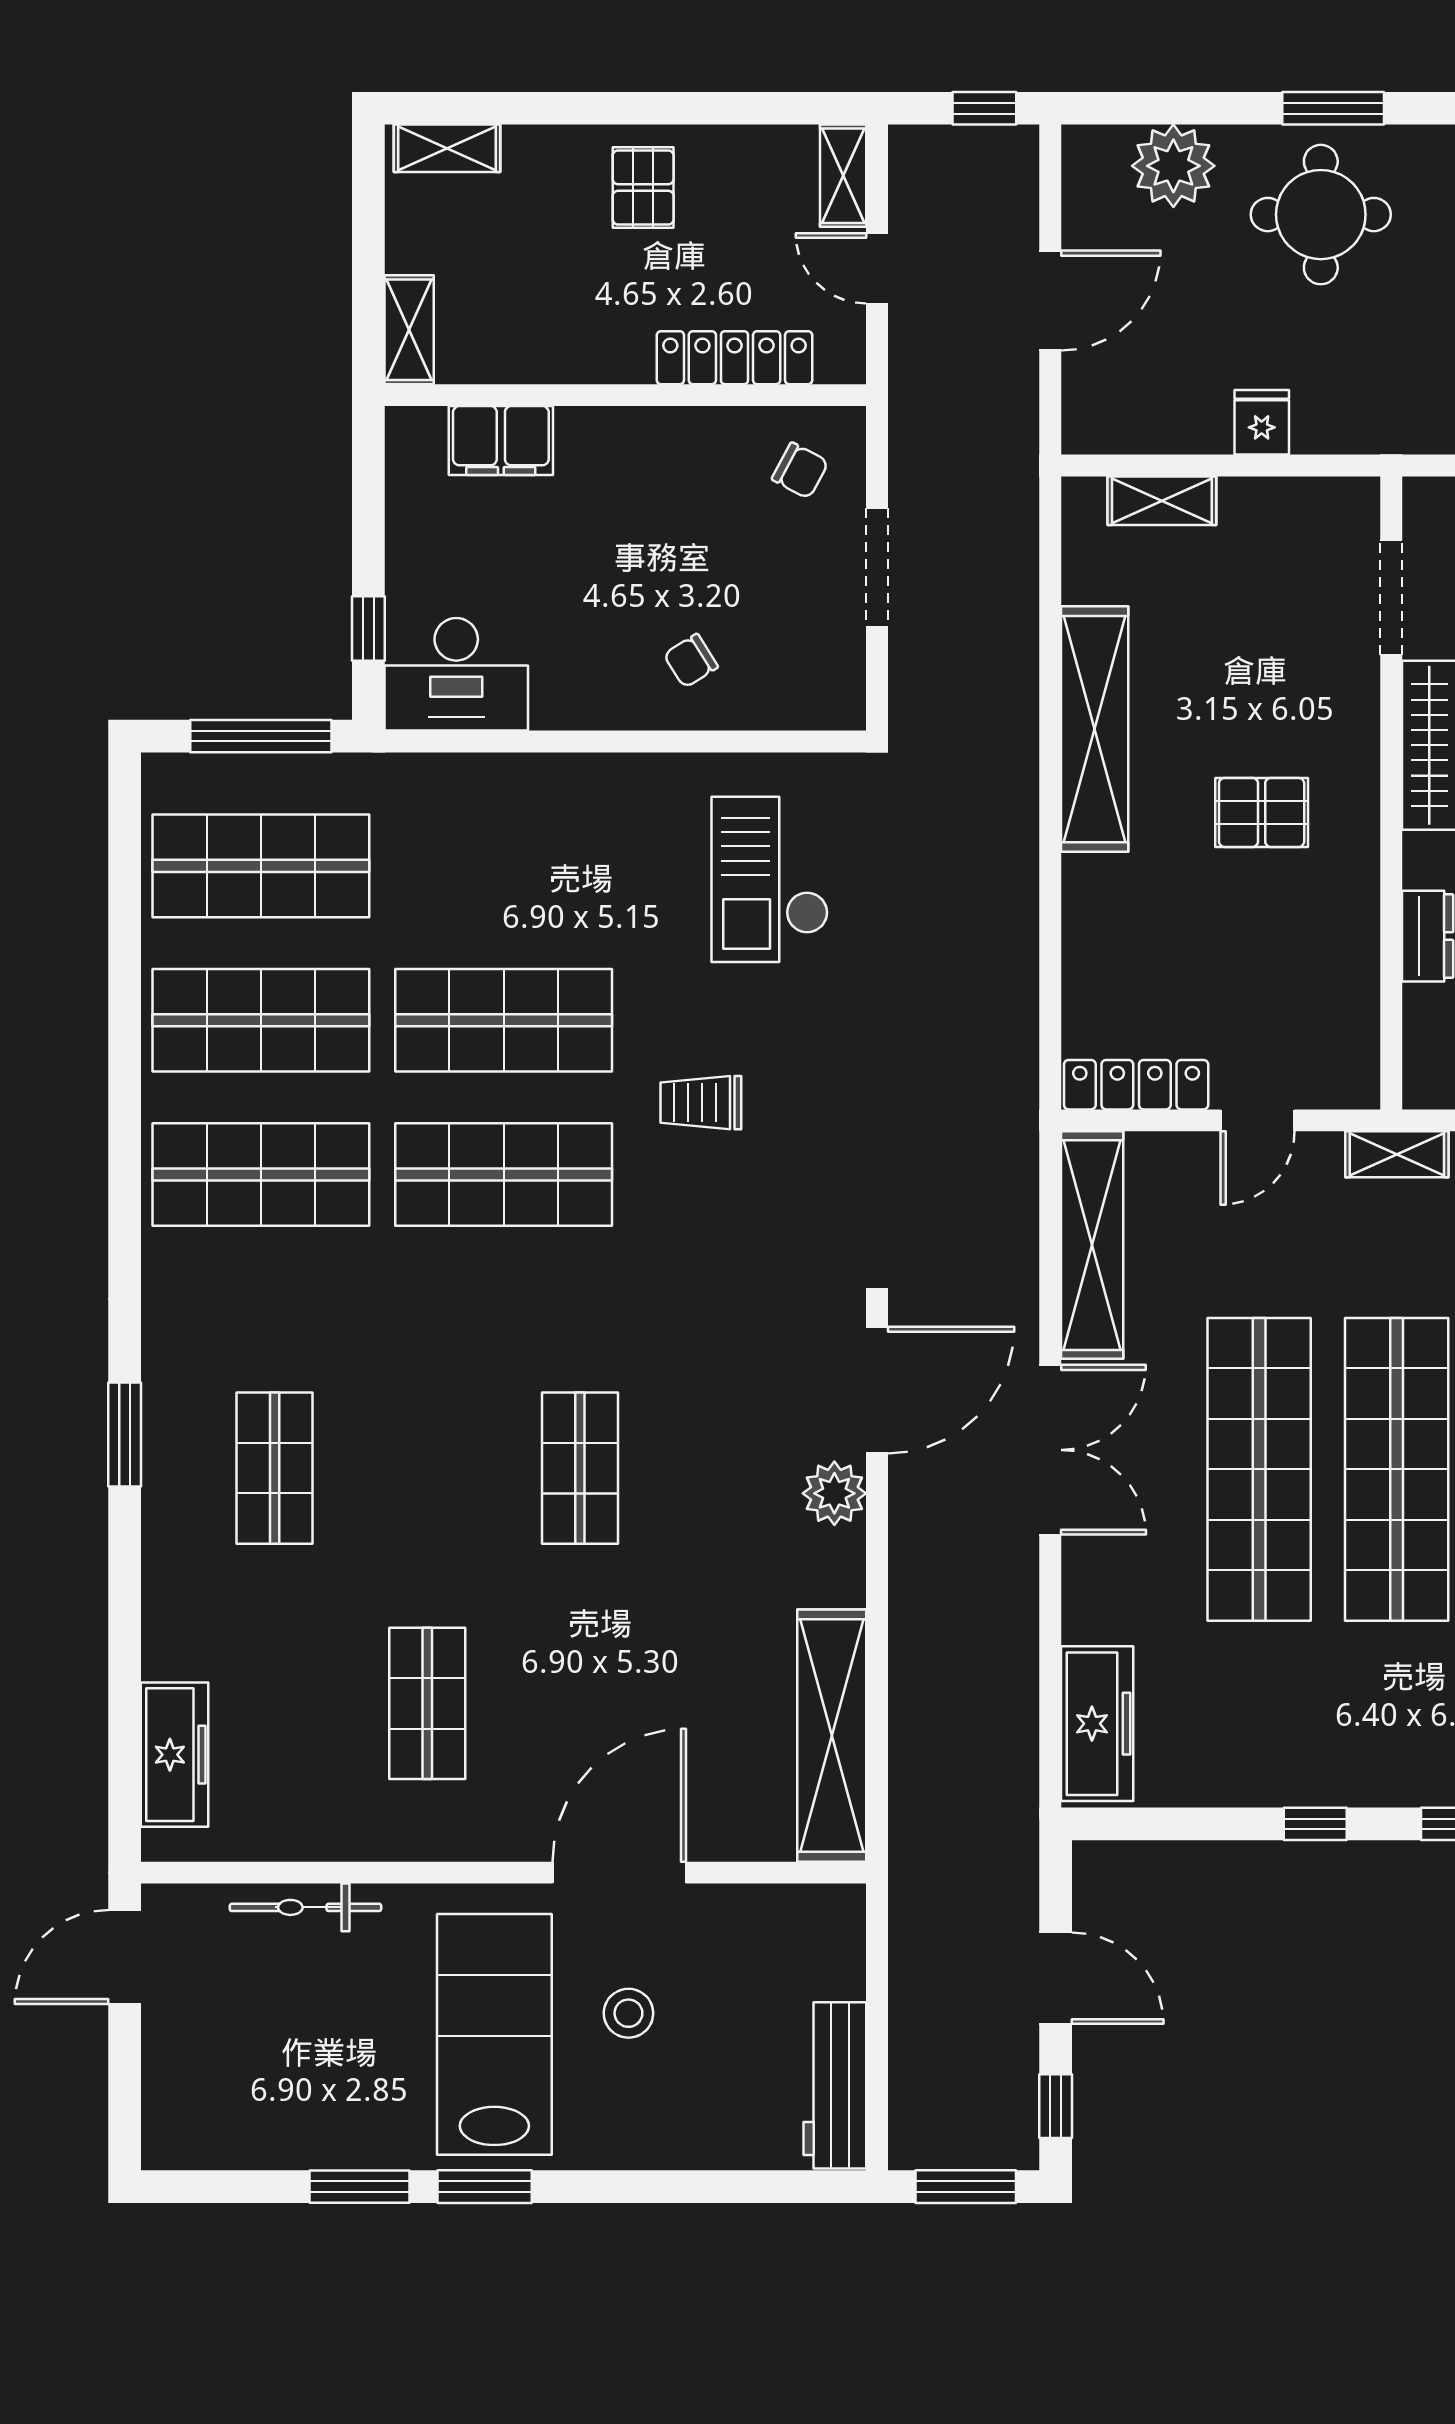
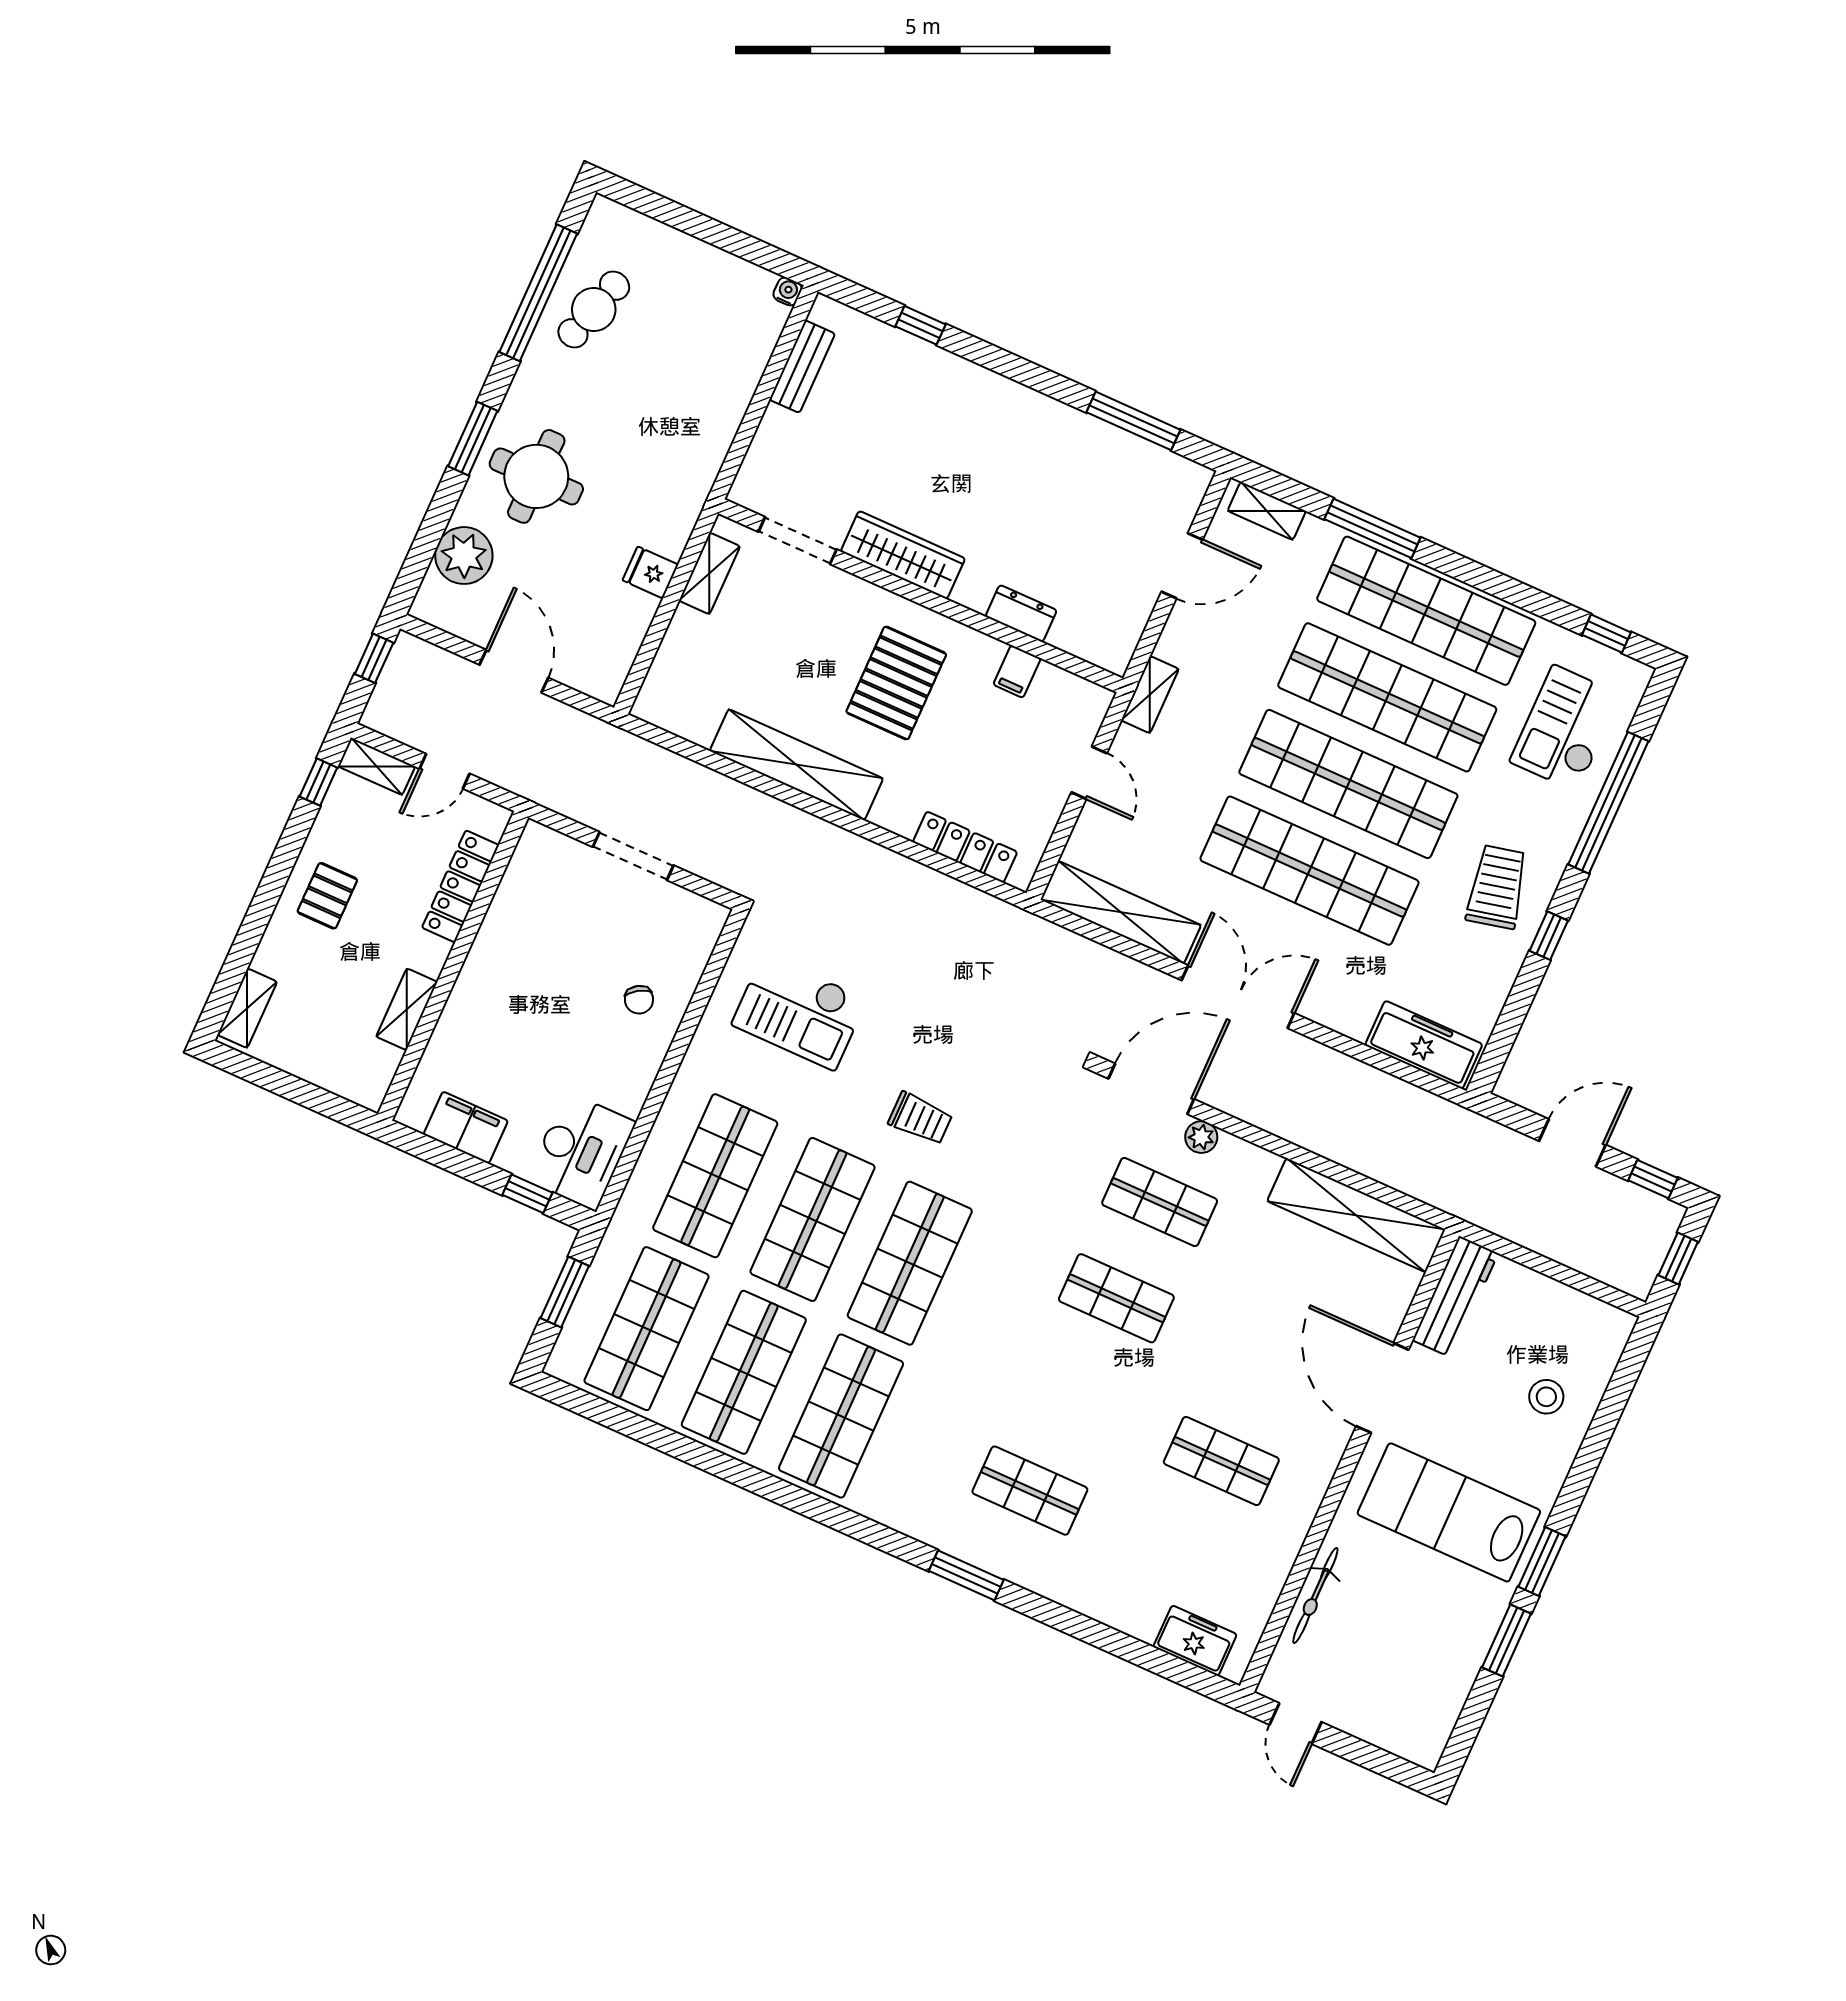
window: (788, 108) -> (318, 782), added
pallet: (643, 187) -> (327, 896), turned 90
shelving: (409, 330) -> (407, 1009), moved, turned 90
filing cabinet: (501, 441) -> (466, 1128), moved, turned -90
chair: (800, 471) -> (550, 877), removed
shelving: (1162, 501) -> (709, 573), moved
window: (261, 736) -> (565, 1292), width x0.69
pallet: (1262, 812) -> (896, 683), width x1.50, depth x1.42
shop shelf: (504, 866) -> (715, 1176), added
filing cabinet: (1349, 965) -> (1017, 671), added
locker: (1136, 1085) -> (965, 847), moved, turned 90
trolley: (701, 1103) -> (920, 1119), turned -90
door: (877, 1390) -> (1151, 1089), hinge flipped
shop shelf: (733, 1468) -> (1160, 1202), added
plant: (834, 1493) -> (1201, 1137), width x0.73, depth x0.73
trolley: (1349, 1727) -> (1497, 887), added
freezer: (175, 1755) -> (1195, 1641), width x0.71
door: (125, 1957) -> (1295, 1723), width x0.73
stool: (628, 2013) -> (1546, 1397), moved
workbench: (835, 2085) -> (1455, 1297), moved, turned -90
window: (966, 2187) -> (1678, 1259), width x0.67

